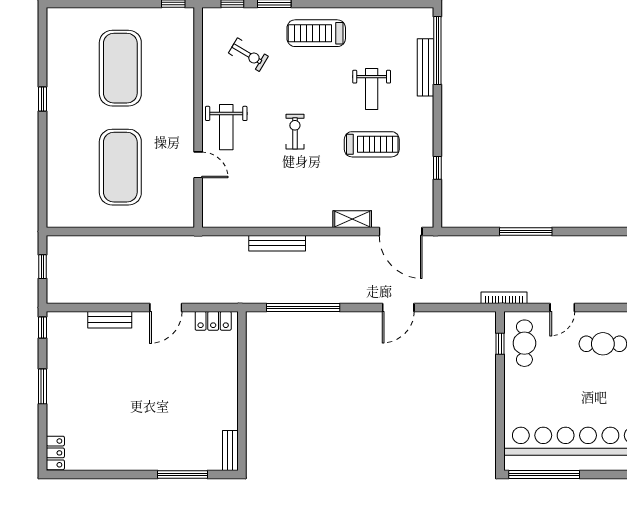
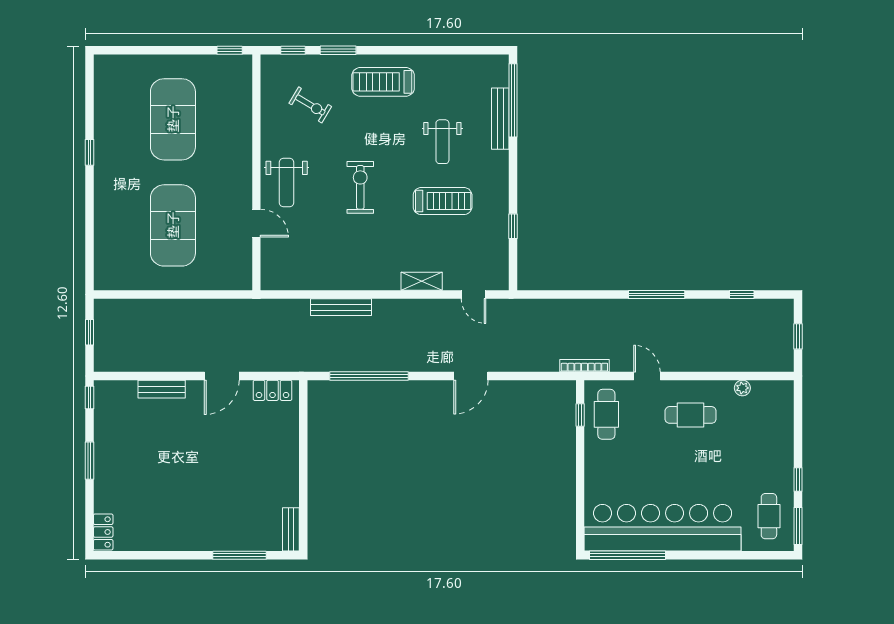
exercise bike: (295, 132) -> (360, 187), width x1.38, depth x1.39
door: (401, 232) -> (474, 295), width x0.53
window: (526, 232) -> (657, 295), moved
door: (562, 307) -> (647, 376), swing flipped

